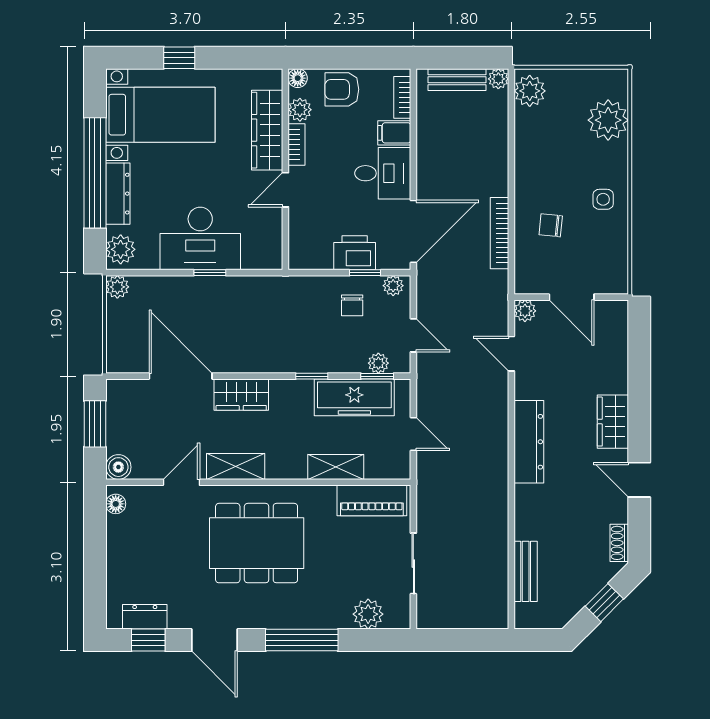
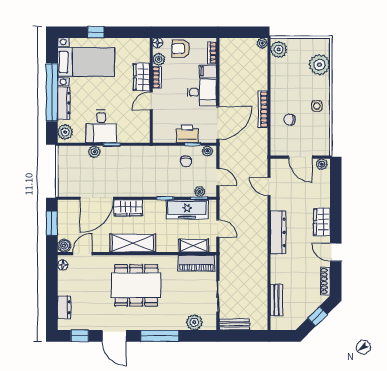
bench: (457, 80) -> (234, 324), moved
wardrobe: (267, 130) -> (142, 77), width x0.67
bookcase: (499, 233) -> (263, 109), moved
desk: (200, 239) -> (101, 126), width x0.73
plant: (117, 287) -> (94, 152), moved
plant: (525, 311) -> (322, 164), moved
door: (181, 376) -> (97, 198), swing flipped
shelving: (236, 467) -> (133, 243), width x1.50, depth x1.33
shelving: (336, 467) -> (194, 246), moved
door: (181, 482) -> (83, 254), moved
shoe rack: (619, 543) -> (325, 281), width x1.43
dresser: (145, 617) -> (64, 307), moved, turned 90

